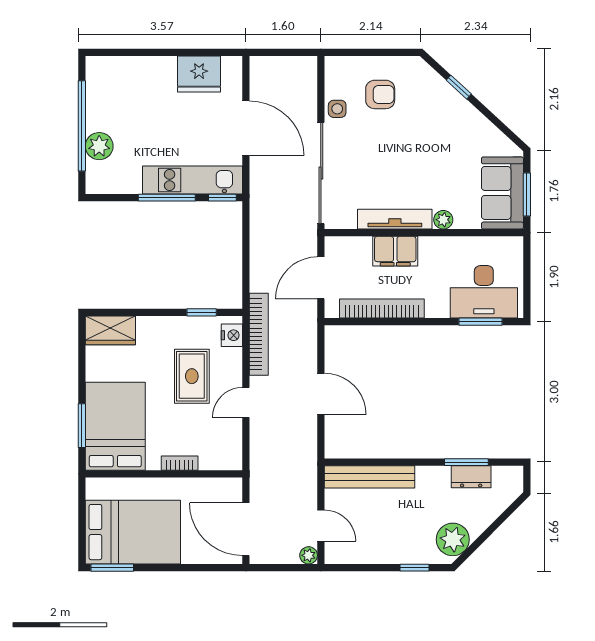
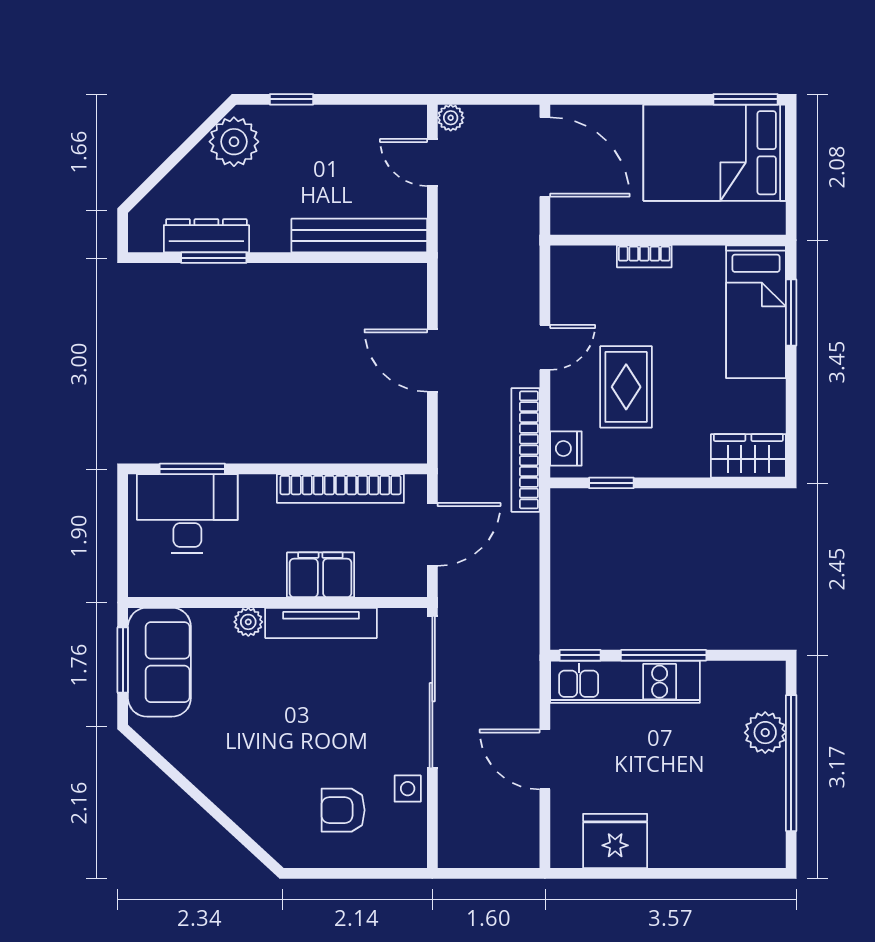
window: (459, 87) -> (225, 821), removed
door: (246, 128) -> (545, 759), width x0.73
bed: (115, 426) -> (756, 312), width x0.67
dresser: (471, 477) -> (206, 236), width x1.44

